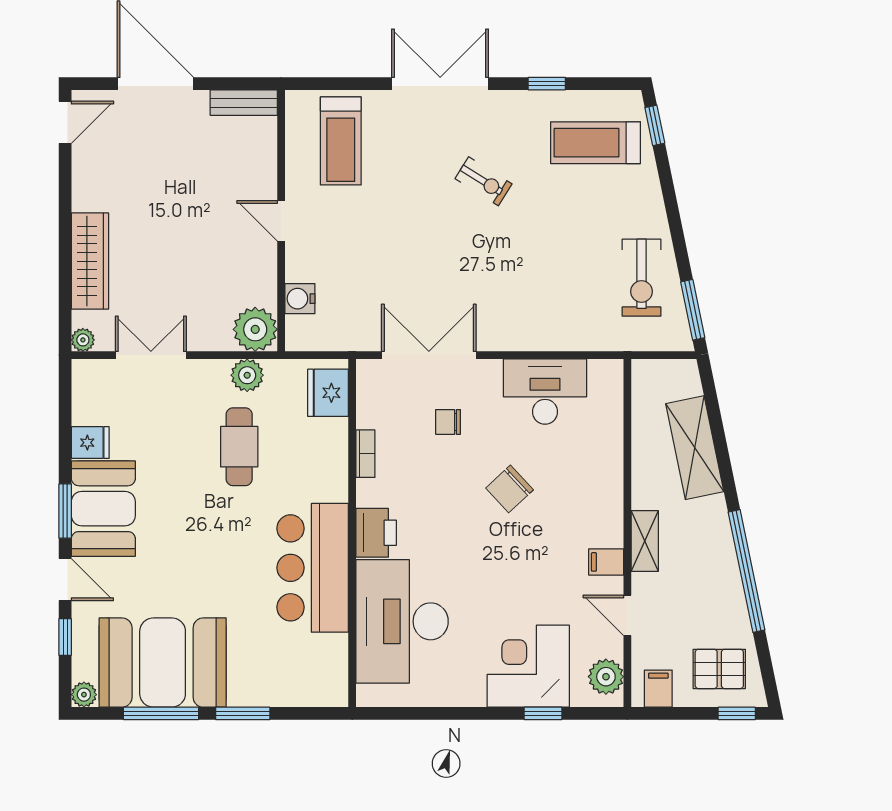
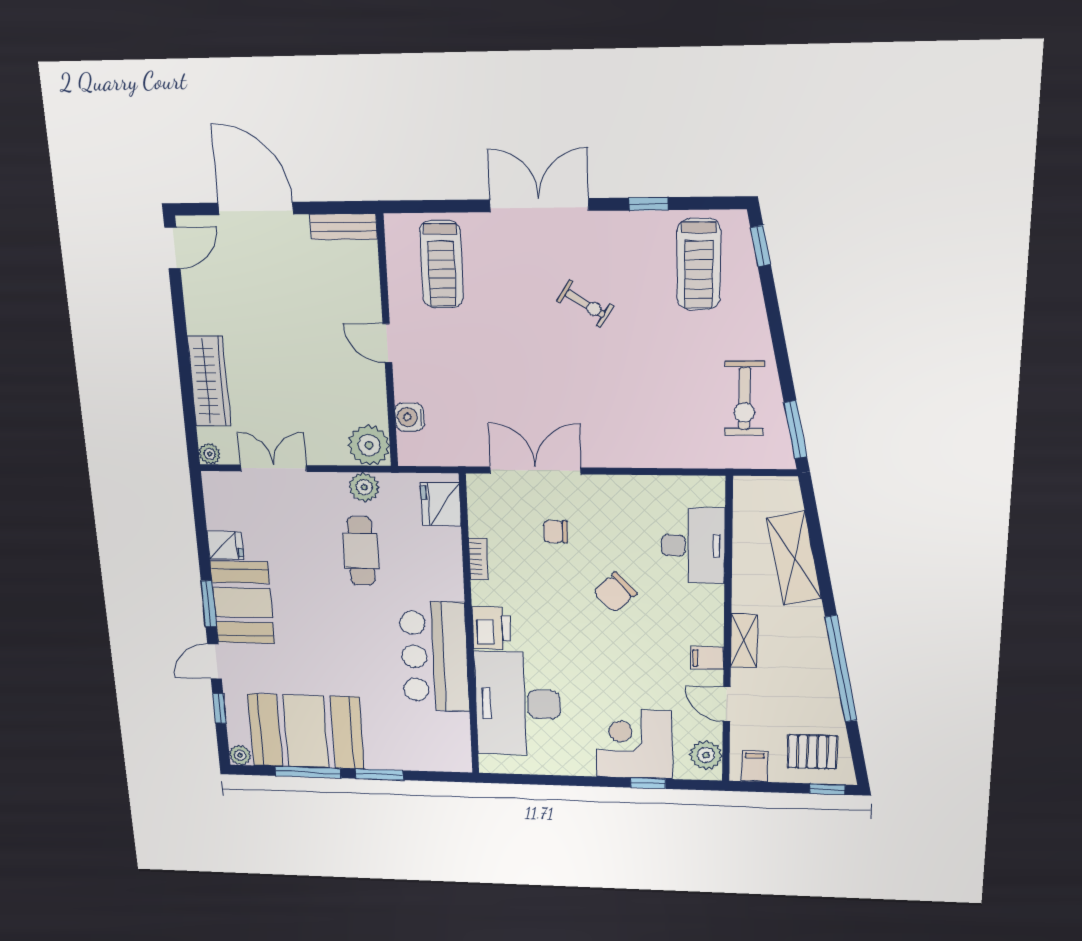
treadmill: (595, 143) -> (699, 264), turned -90
desk: (545, 392) -> (693, 546), moved, turned 90
door: (65, 580) -> (215, 661), swing flipped

